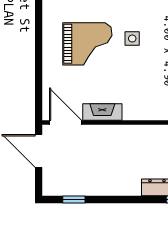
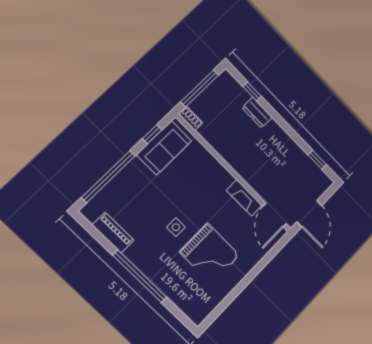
grand piano: (87, 44) -> (210, 253), turned 180

